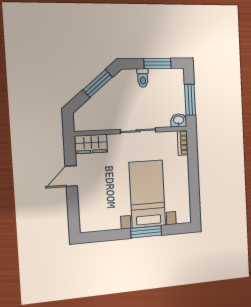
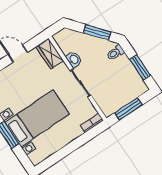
toilet: (143, 78) -> (115, 53), moved
washbasin: (179, 120) -> (74, 59), moved

